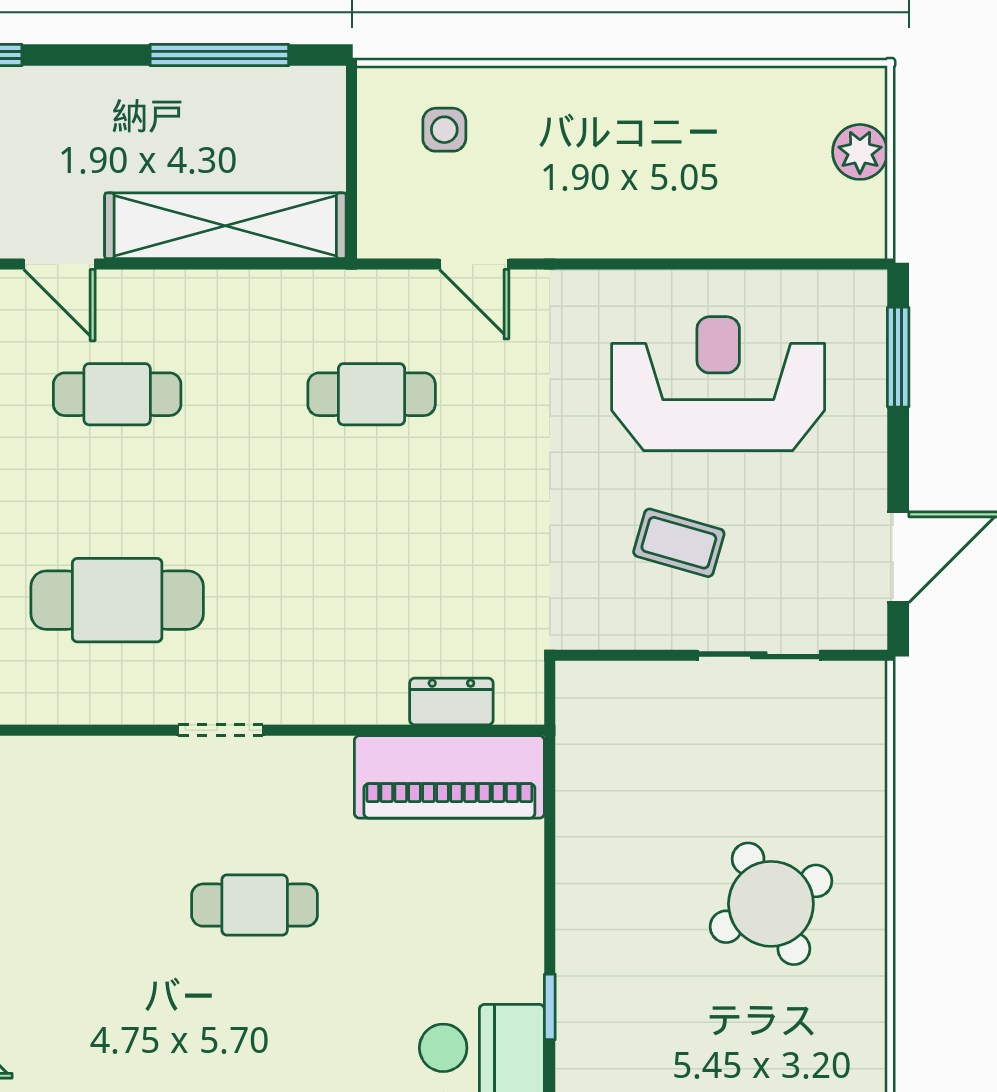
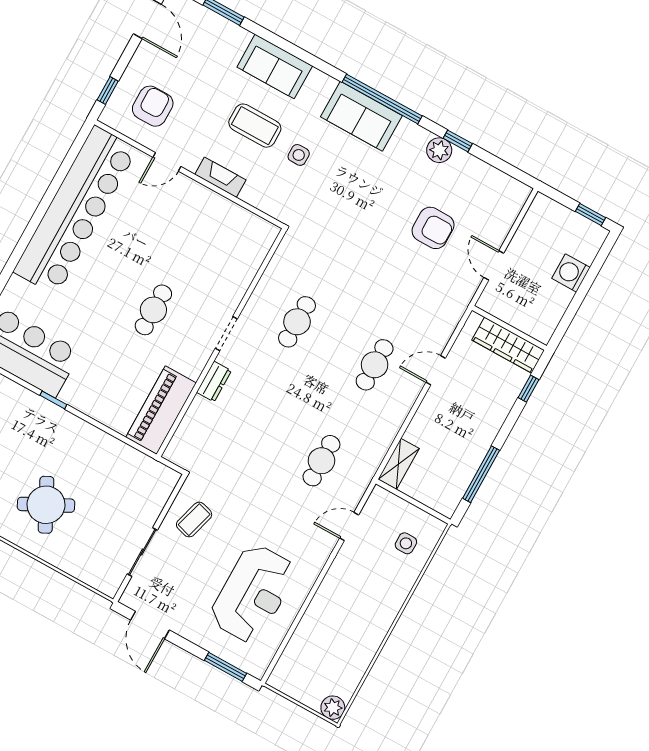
plant: (860, 152) -> (333, 708), moved
shelving: (225, 226) -> (399, 464), width x0.45, depth x0.75
coffee table: (679, 543) -> (194, 520), moved
cafe table: (117, 600) -> (297, 322), width x0.73, depth x0.74
dresser: (451, 701) -> (214, 382), moved

